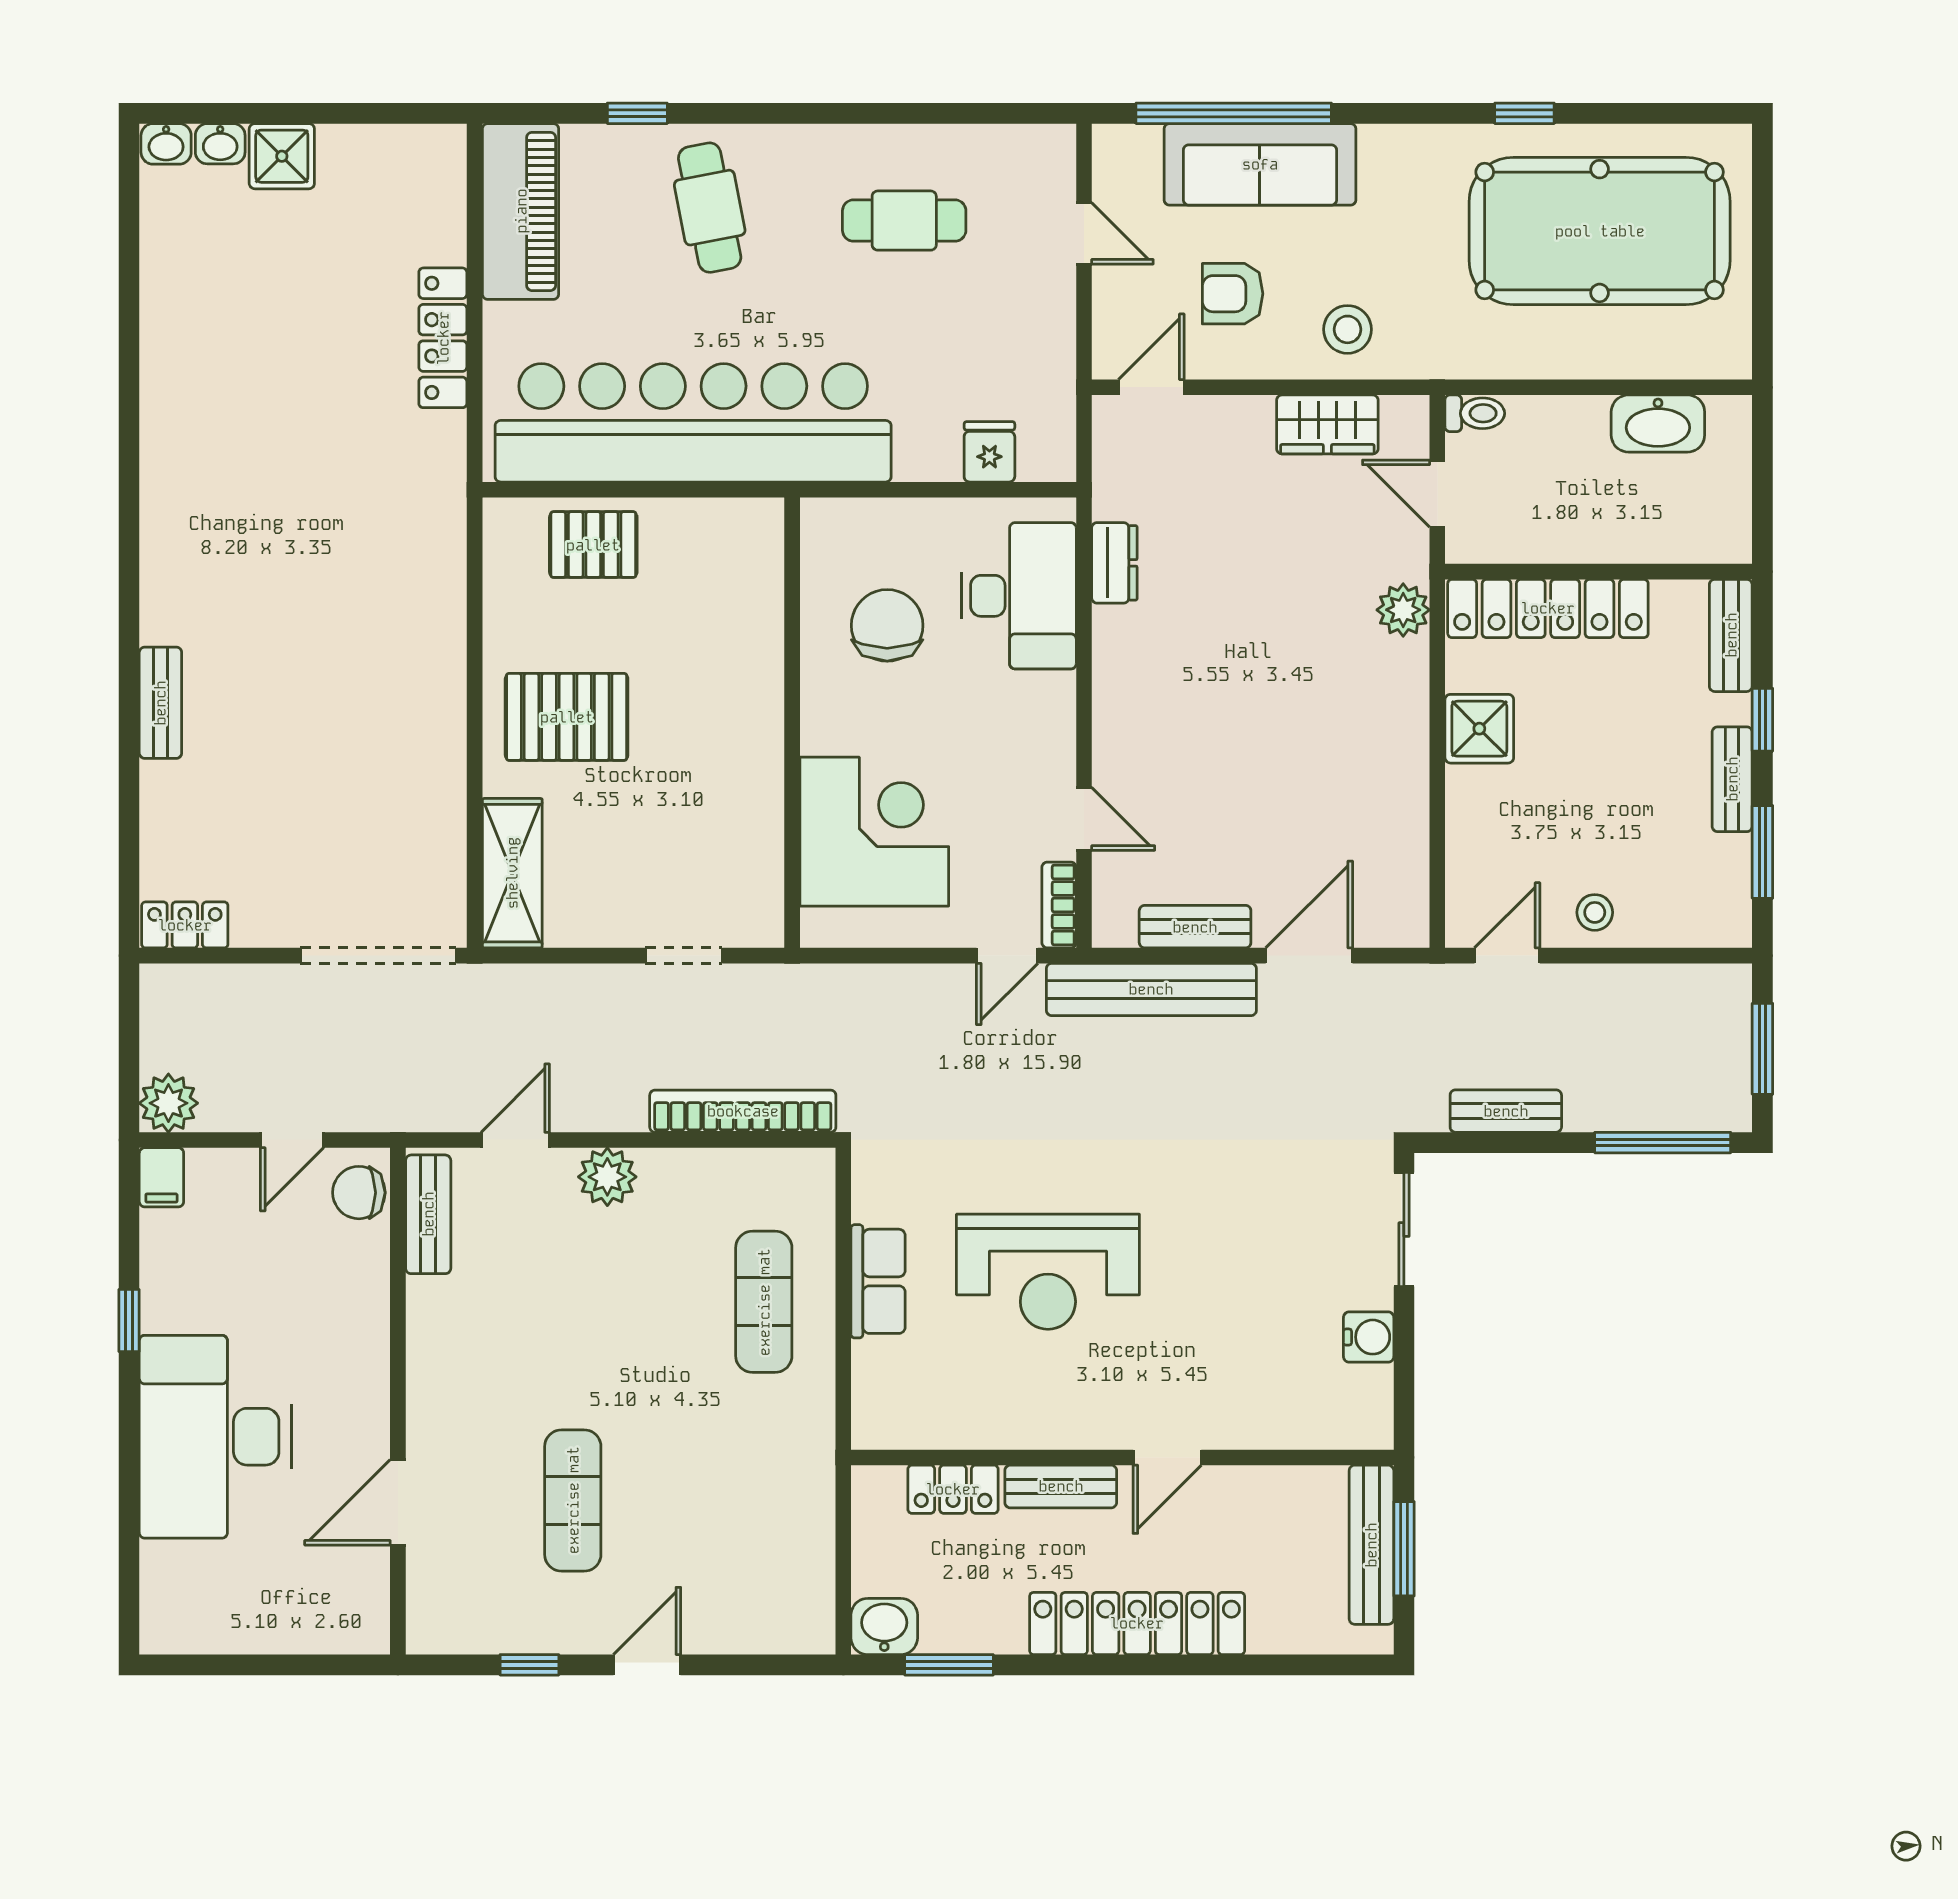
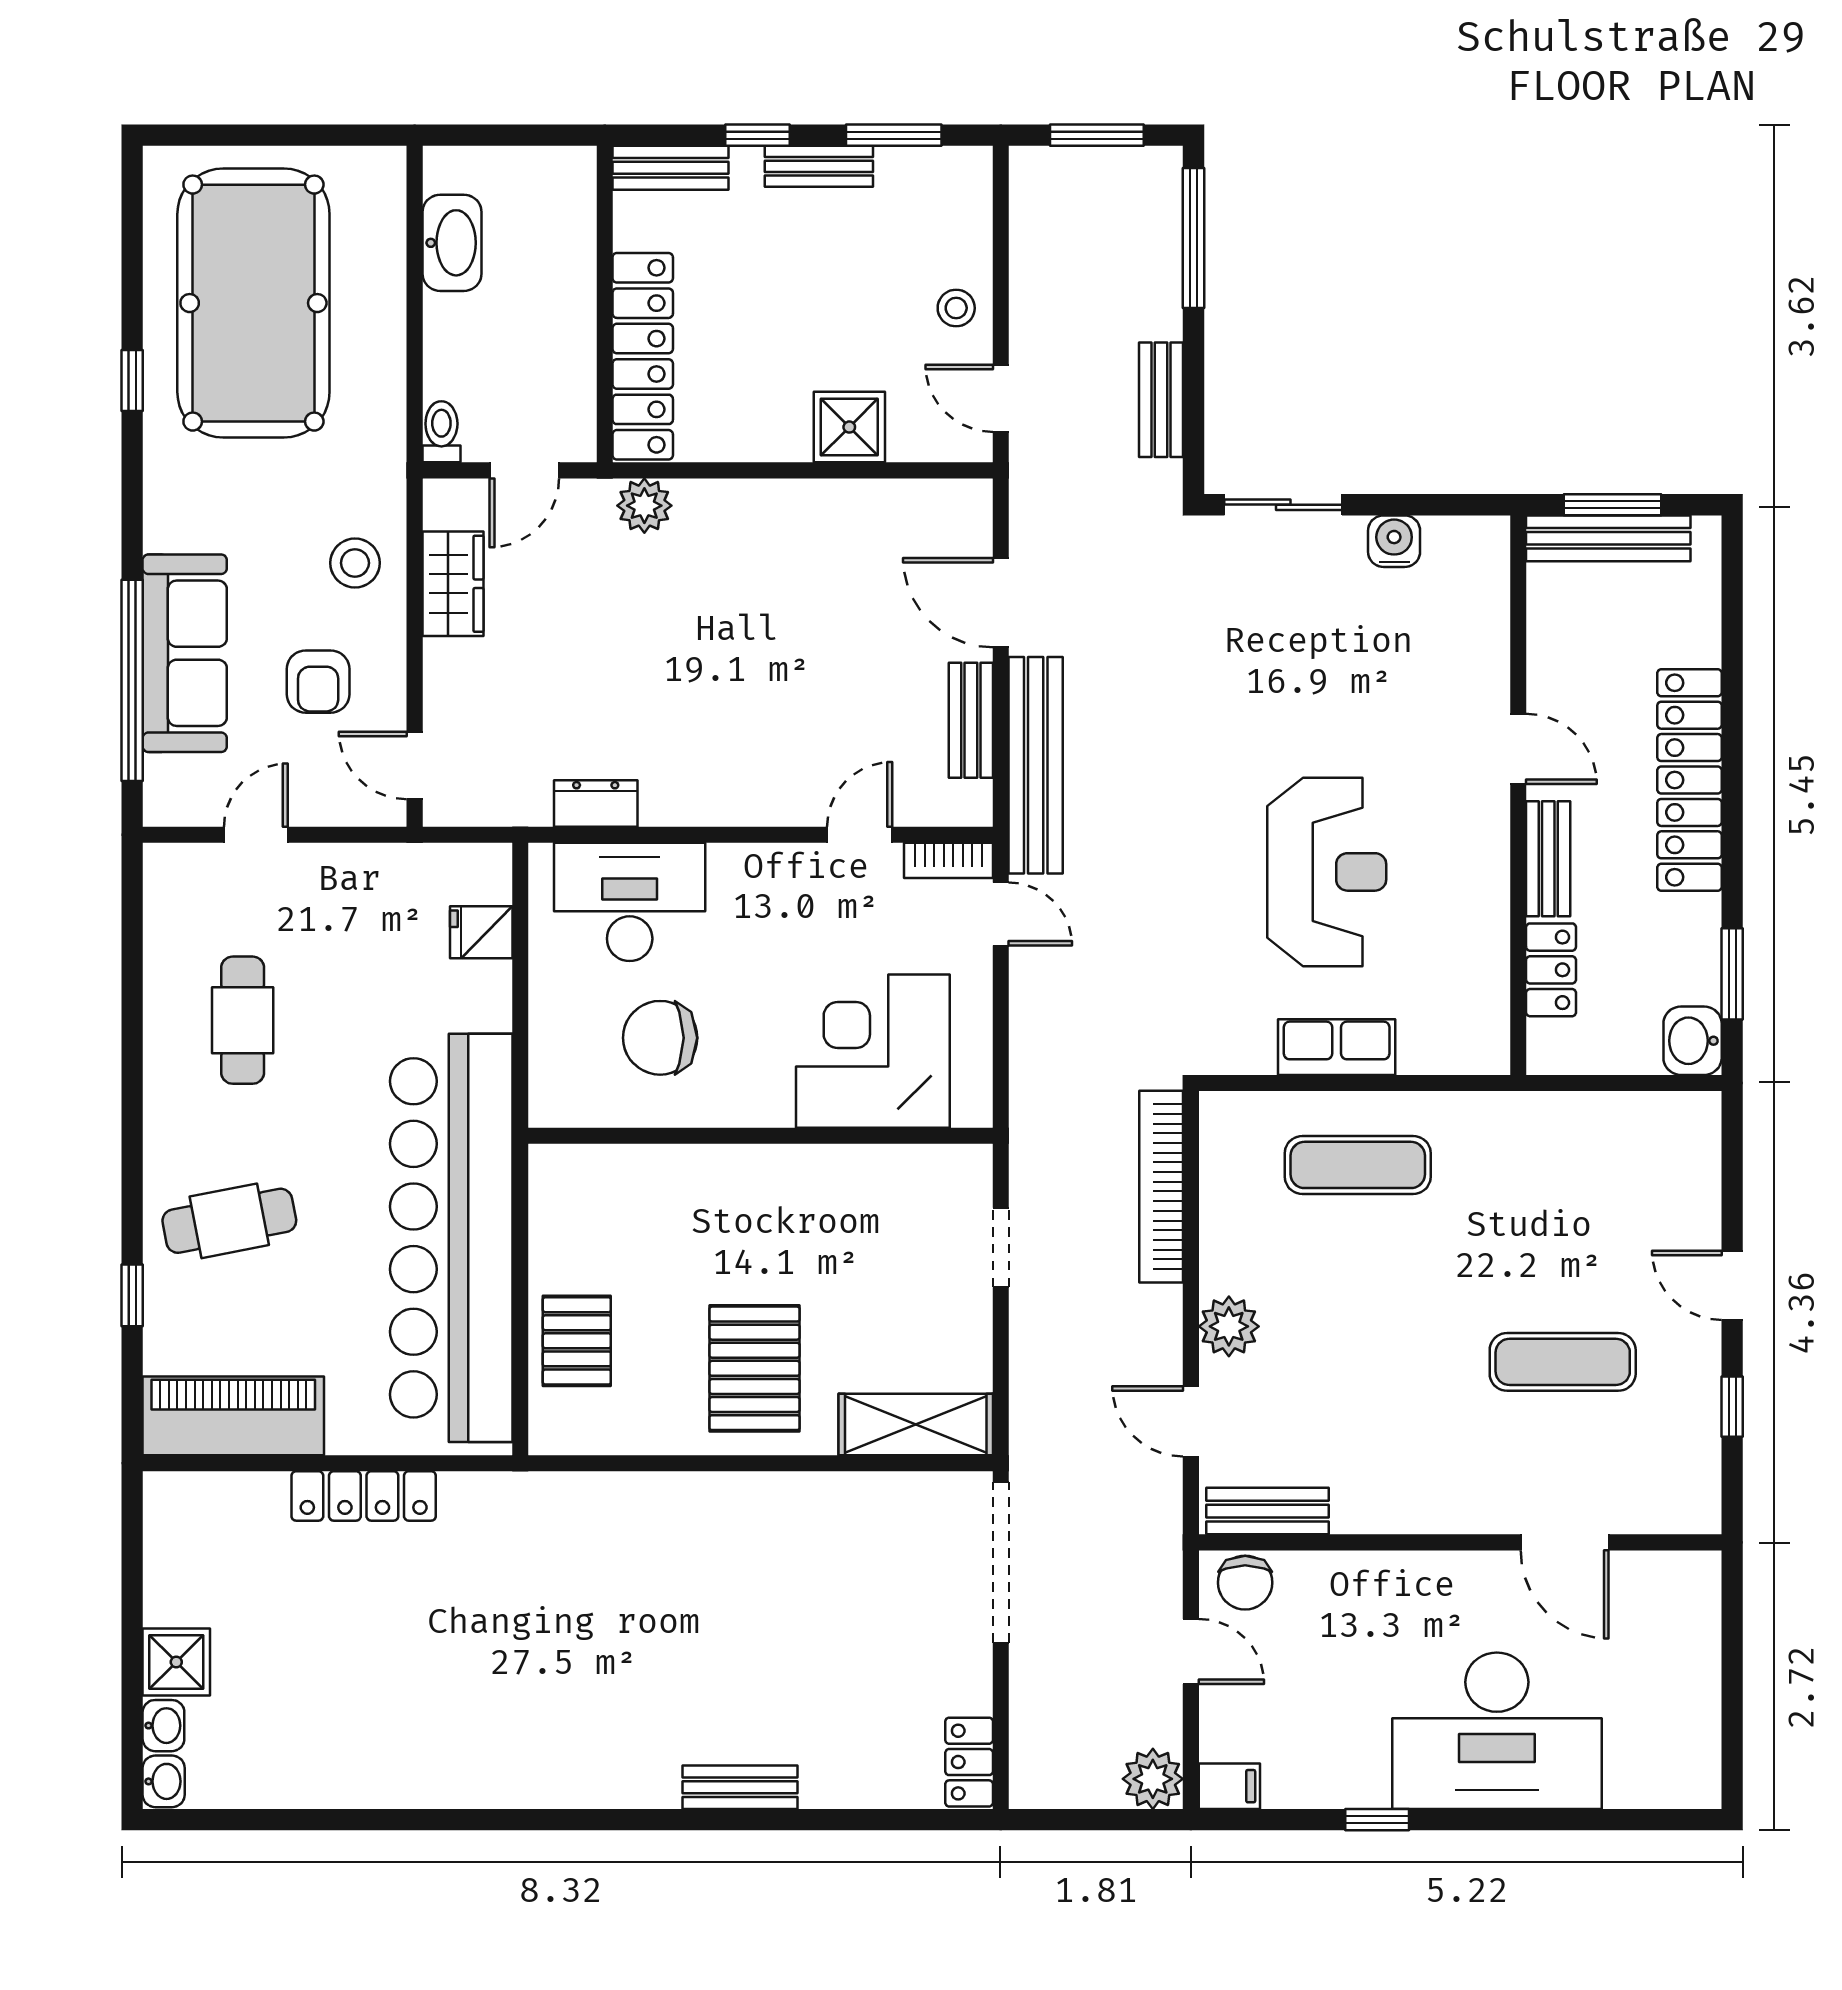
shower: (1479, 729) -> (849, 427), moved

